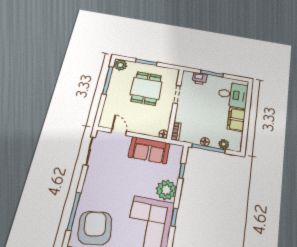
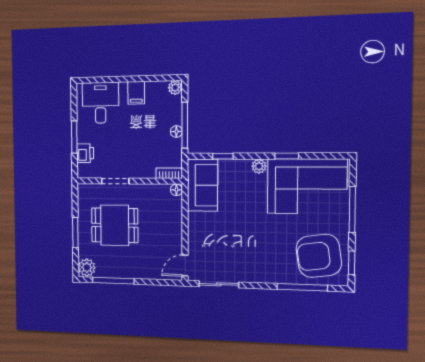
filing cabinet: (236, 120) -> (136, 93), width x0.50
door: (119, 132) -> (185, 266), moved
plant: (224, 144) -> (175, 88), moved
sofa: (149, 150) -> (202, 185), moved
plant: (166, 190) -> (259, 166), width x0.53, depth x0.53

